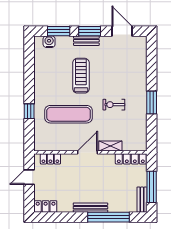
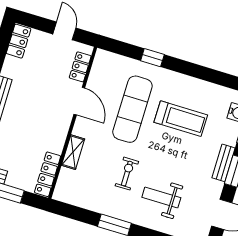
treadmill: (81, 76) -> (181, 119), moved
weight bench: (123, 76) -> (161, 198), added
door: (88, 152) -> (79, 101), moved

